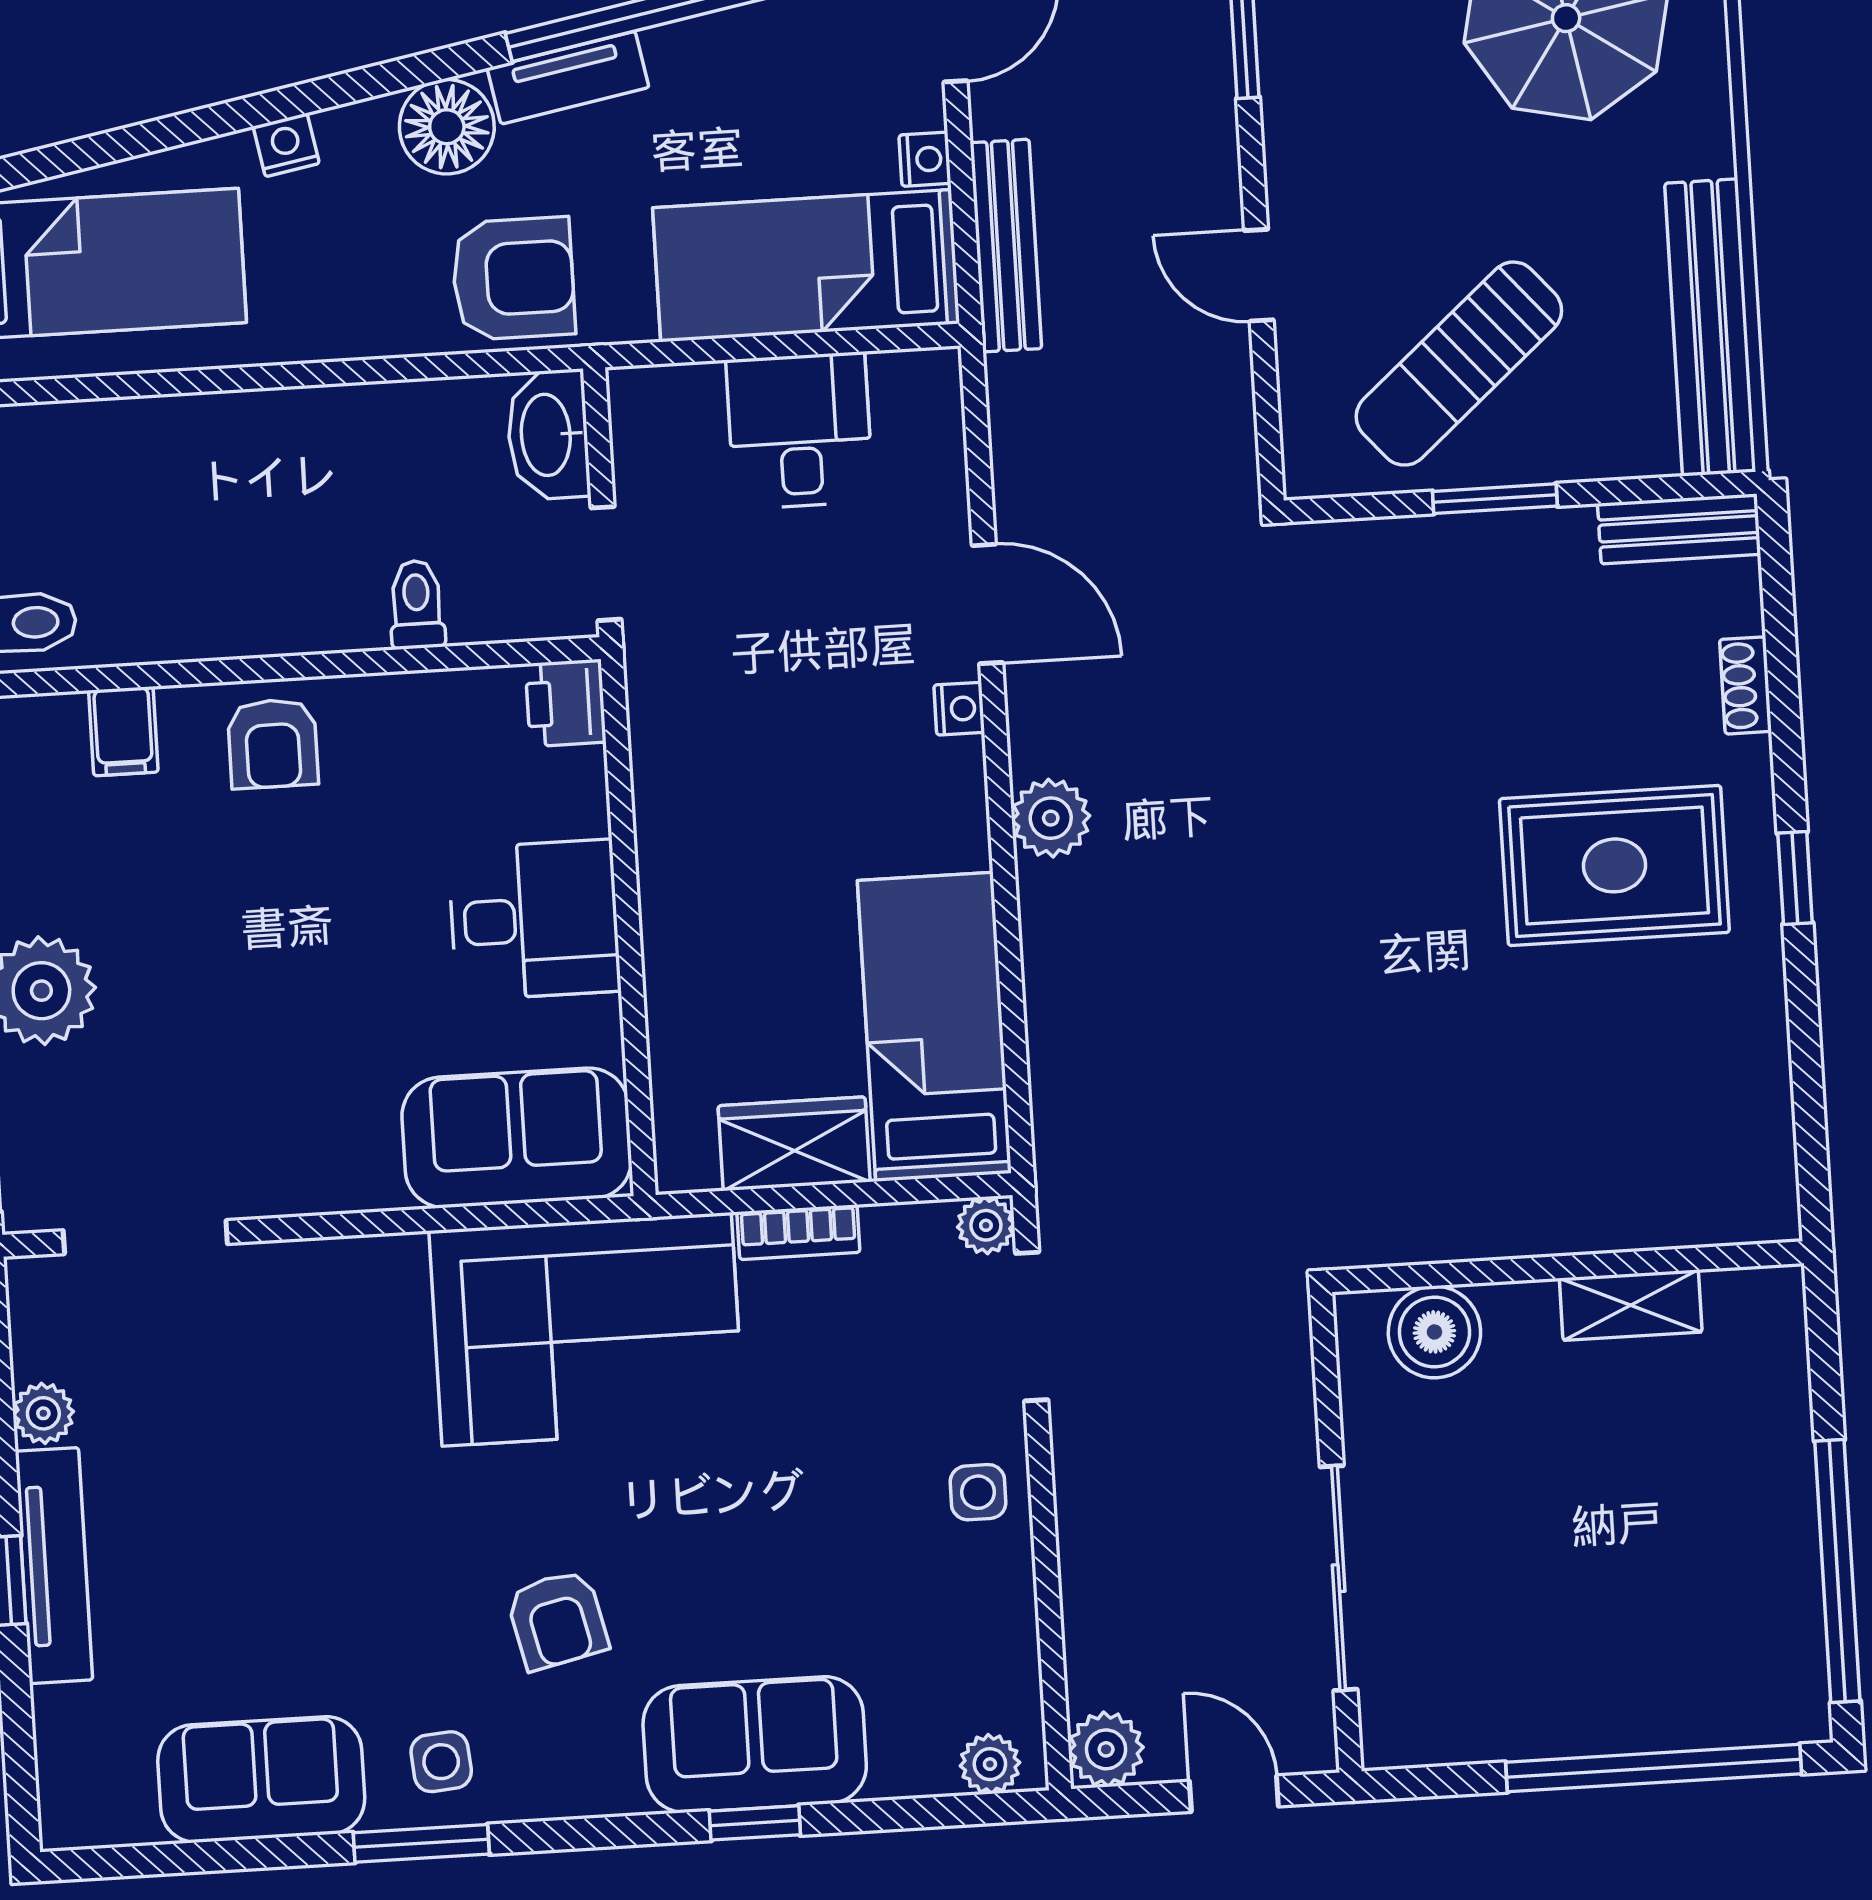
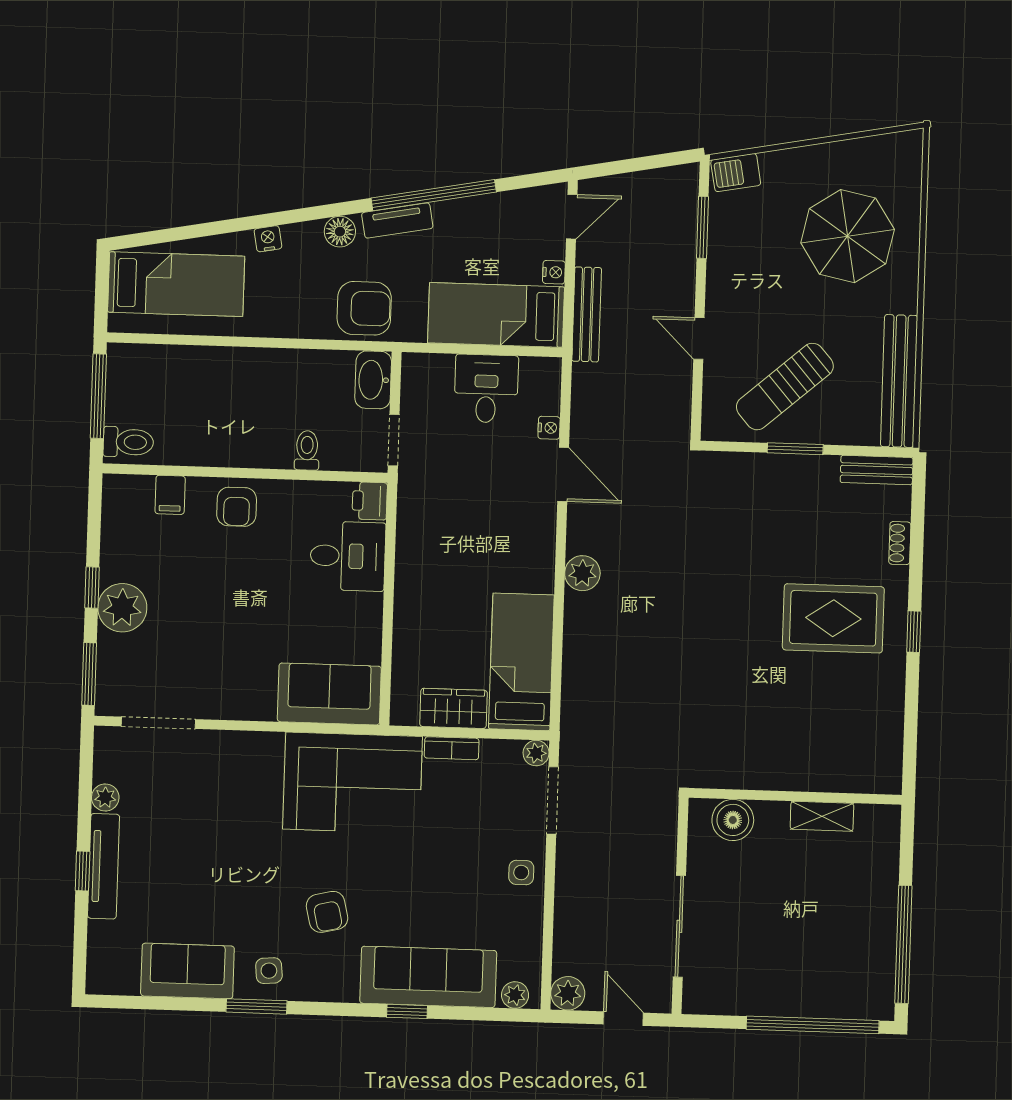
floor lamp: (447, 127) -> (340, 232), width x0.73, depth x0.73
nightstand: (959, 709) -> (549, 428), moved
desk: (534, 920) -> (348, 556), moved
sofa: (755, 1745) -> (428, 977), width x1.36

